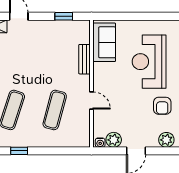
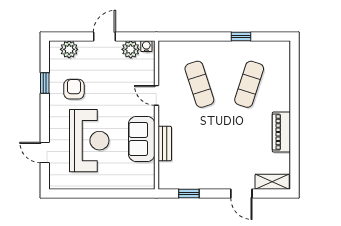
sofa: (104, 42) -> (142, 139), moved
exercise mat: (55, 110) -> (199, 84), turned -33

